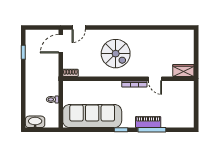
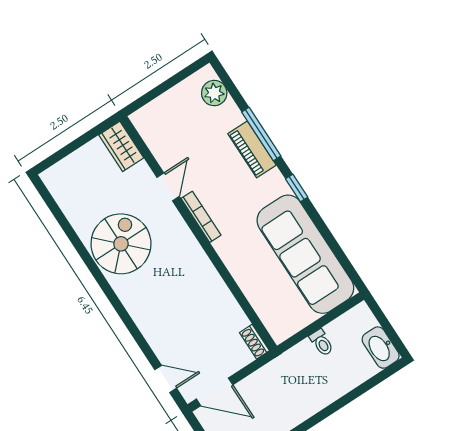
spiral stairs: (116, 54) -> (121, 244), moved
plant: (181, 122) -> (214, 93), added

